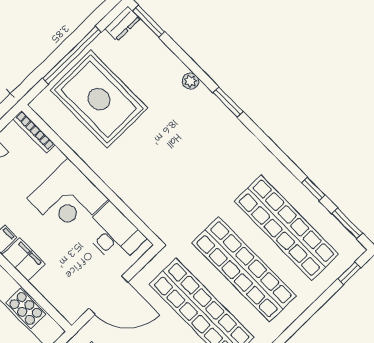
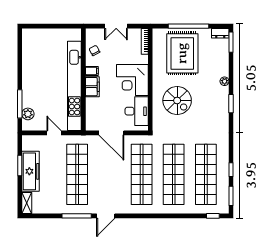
spiral stairs: (153, 168) -> (177, 100), added

